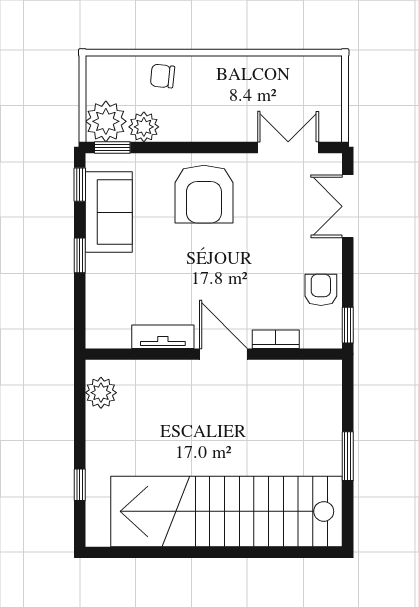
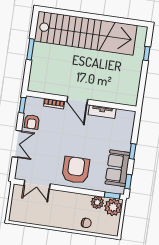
double door: (348, 206) -> (17, 144), moved
plant: (101, 393) -> (132, 92), removed

